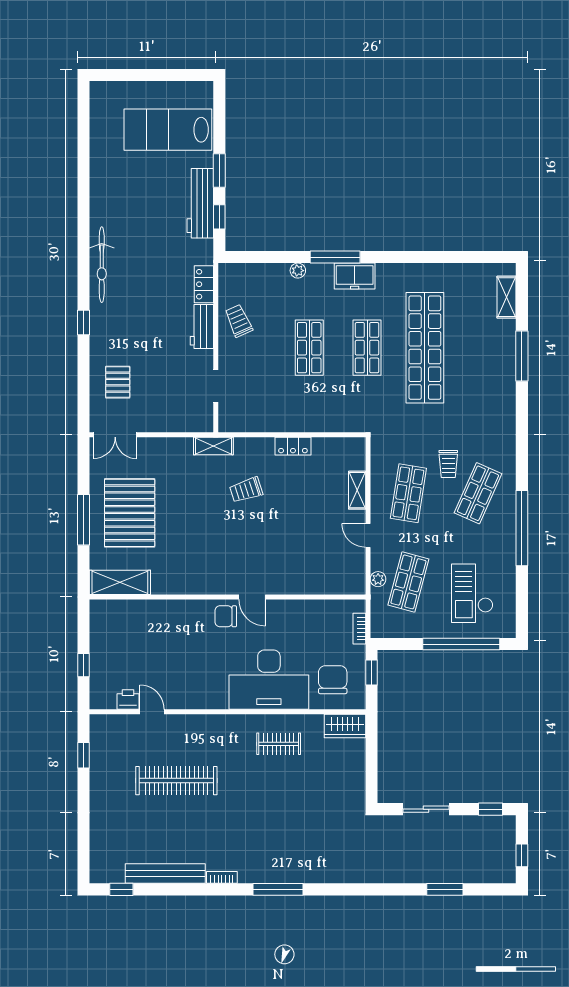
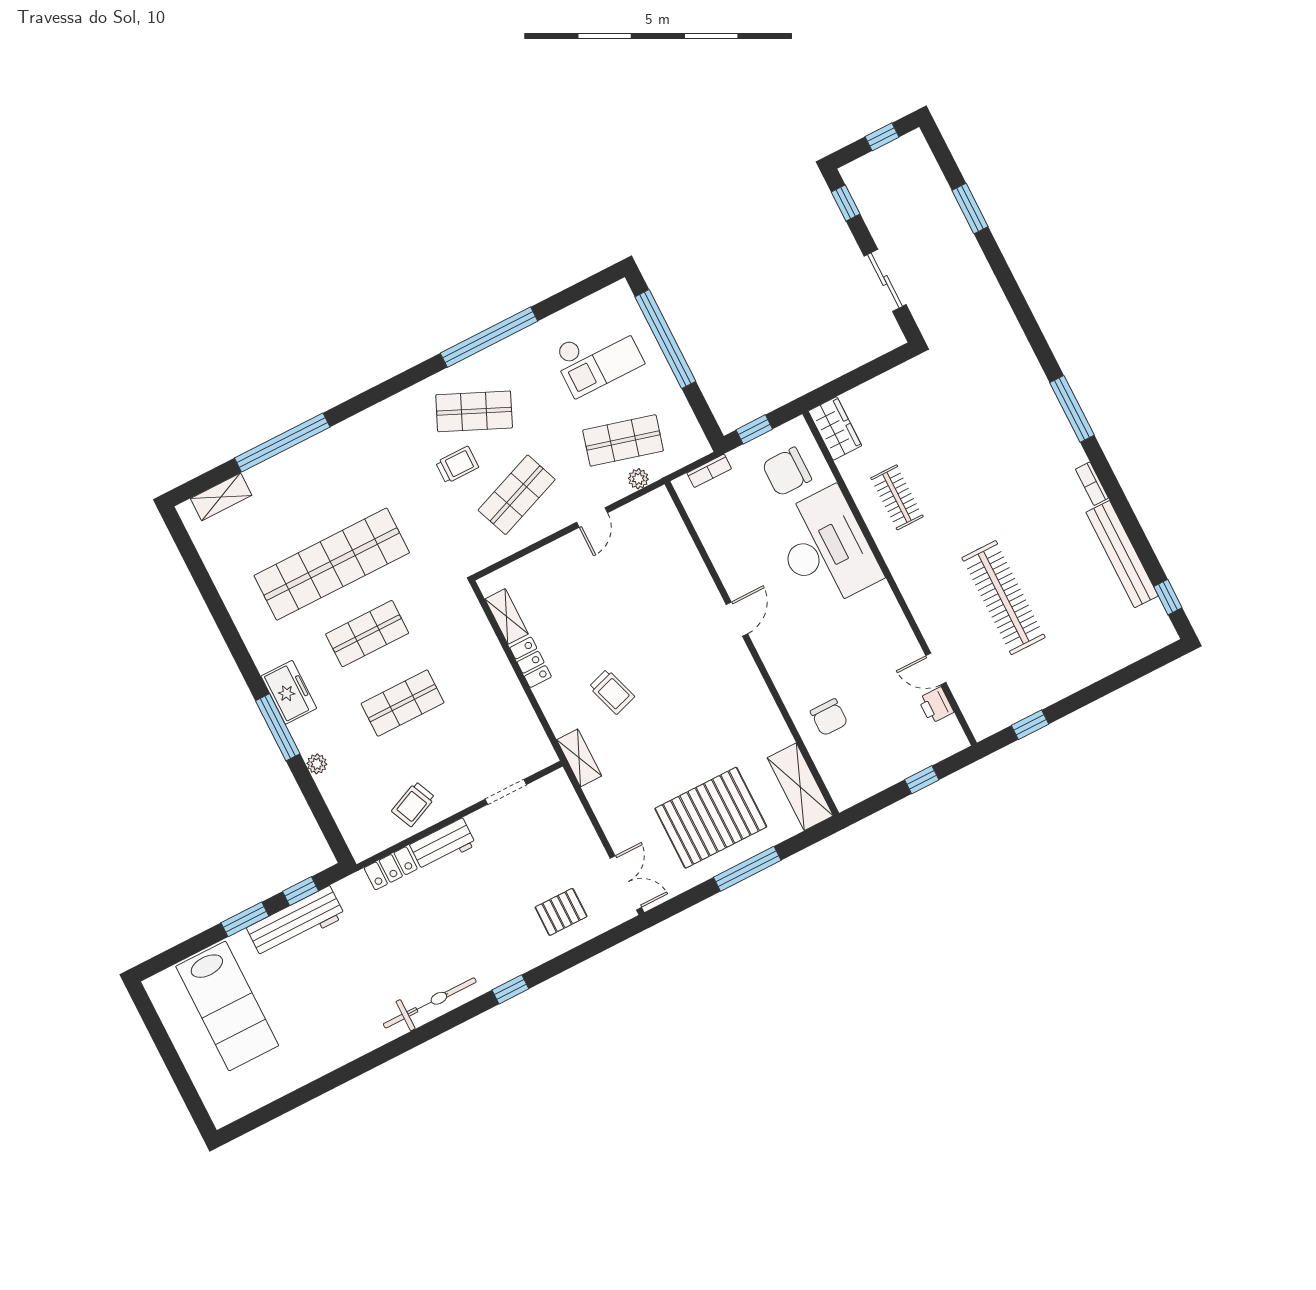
window: (522, 356) -> (282, 442), width x1.46
shelving: (357, 490) -> (507, 616), moved, turned 90
shop shelf: (408, 493) -> (517, 495), turned -30
chair: (226, 616) -> (829, 717), moved
door: (152, 712) -> (936, 669), hinge flipped

